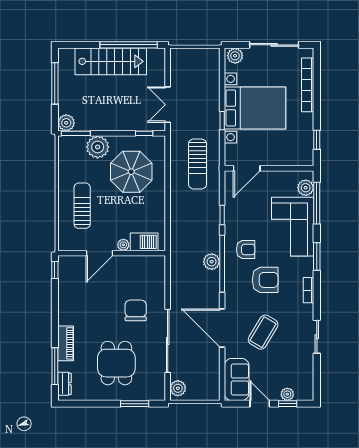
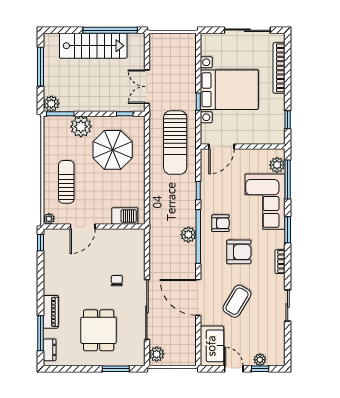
plant: (235, 56) -> (210, 40), removed
sun lounger: (198, 164) -> (175, 143), width x1.36, depth x1.34
plant: (123, 245) -> (49, 219), moved
chair: (136, 310) -> (117, 281), width x0.54, depth x0.54

